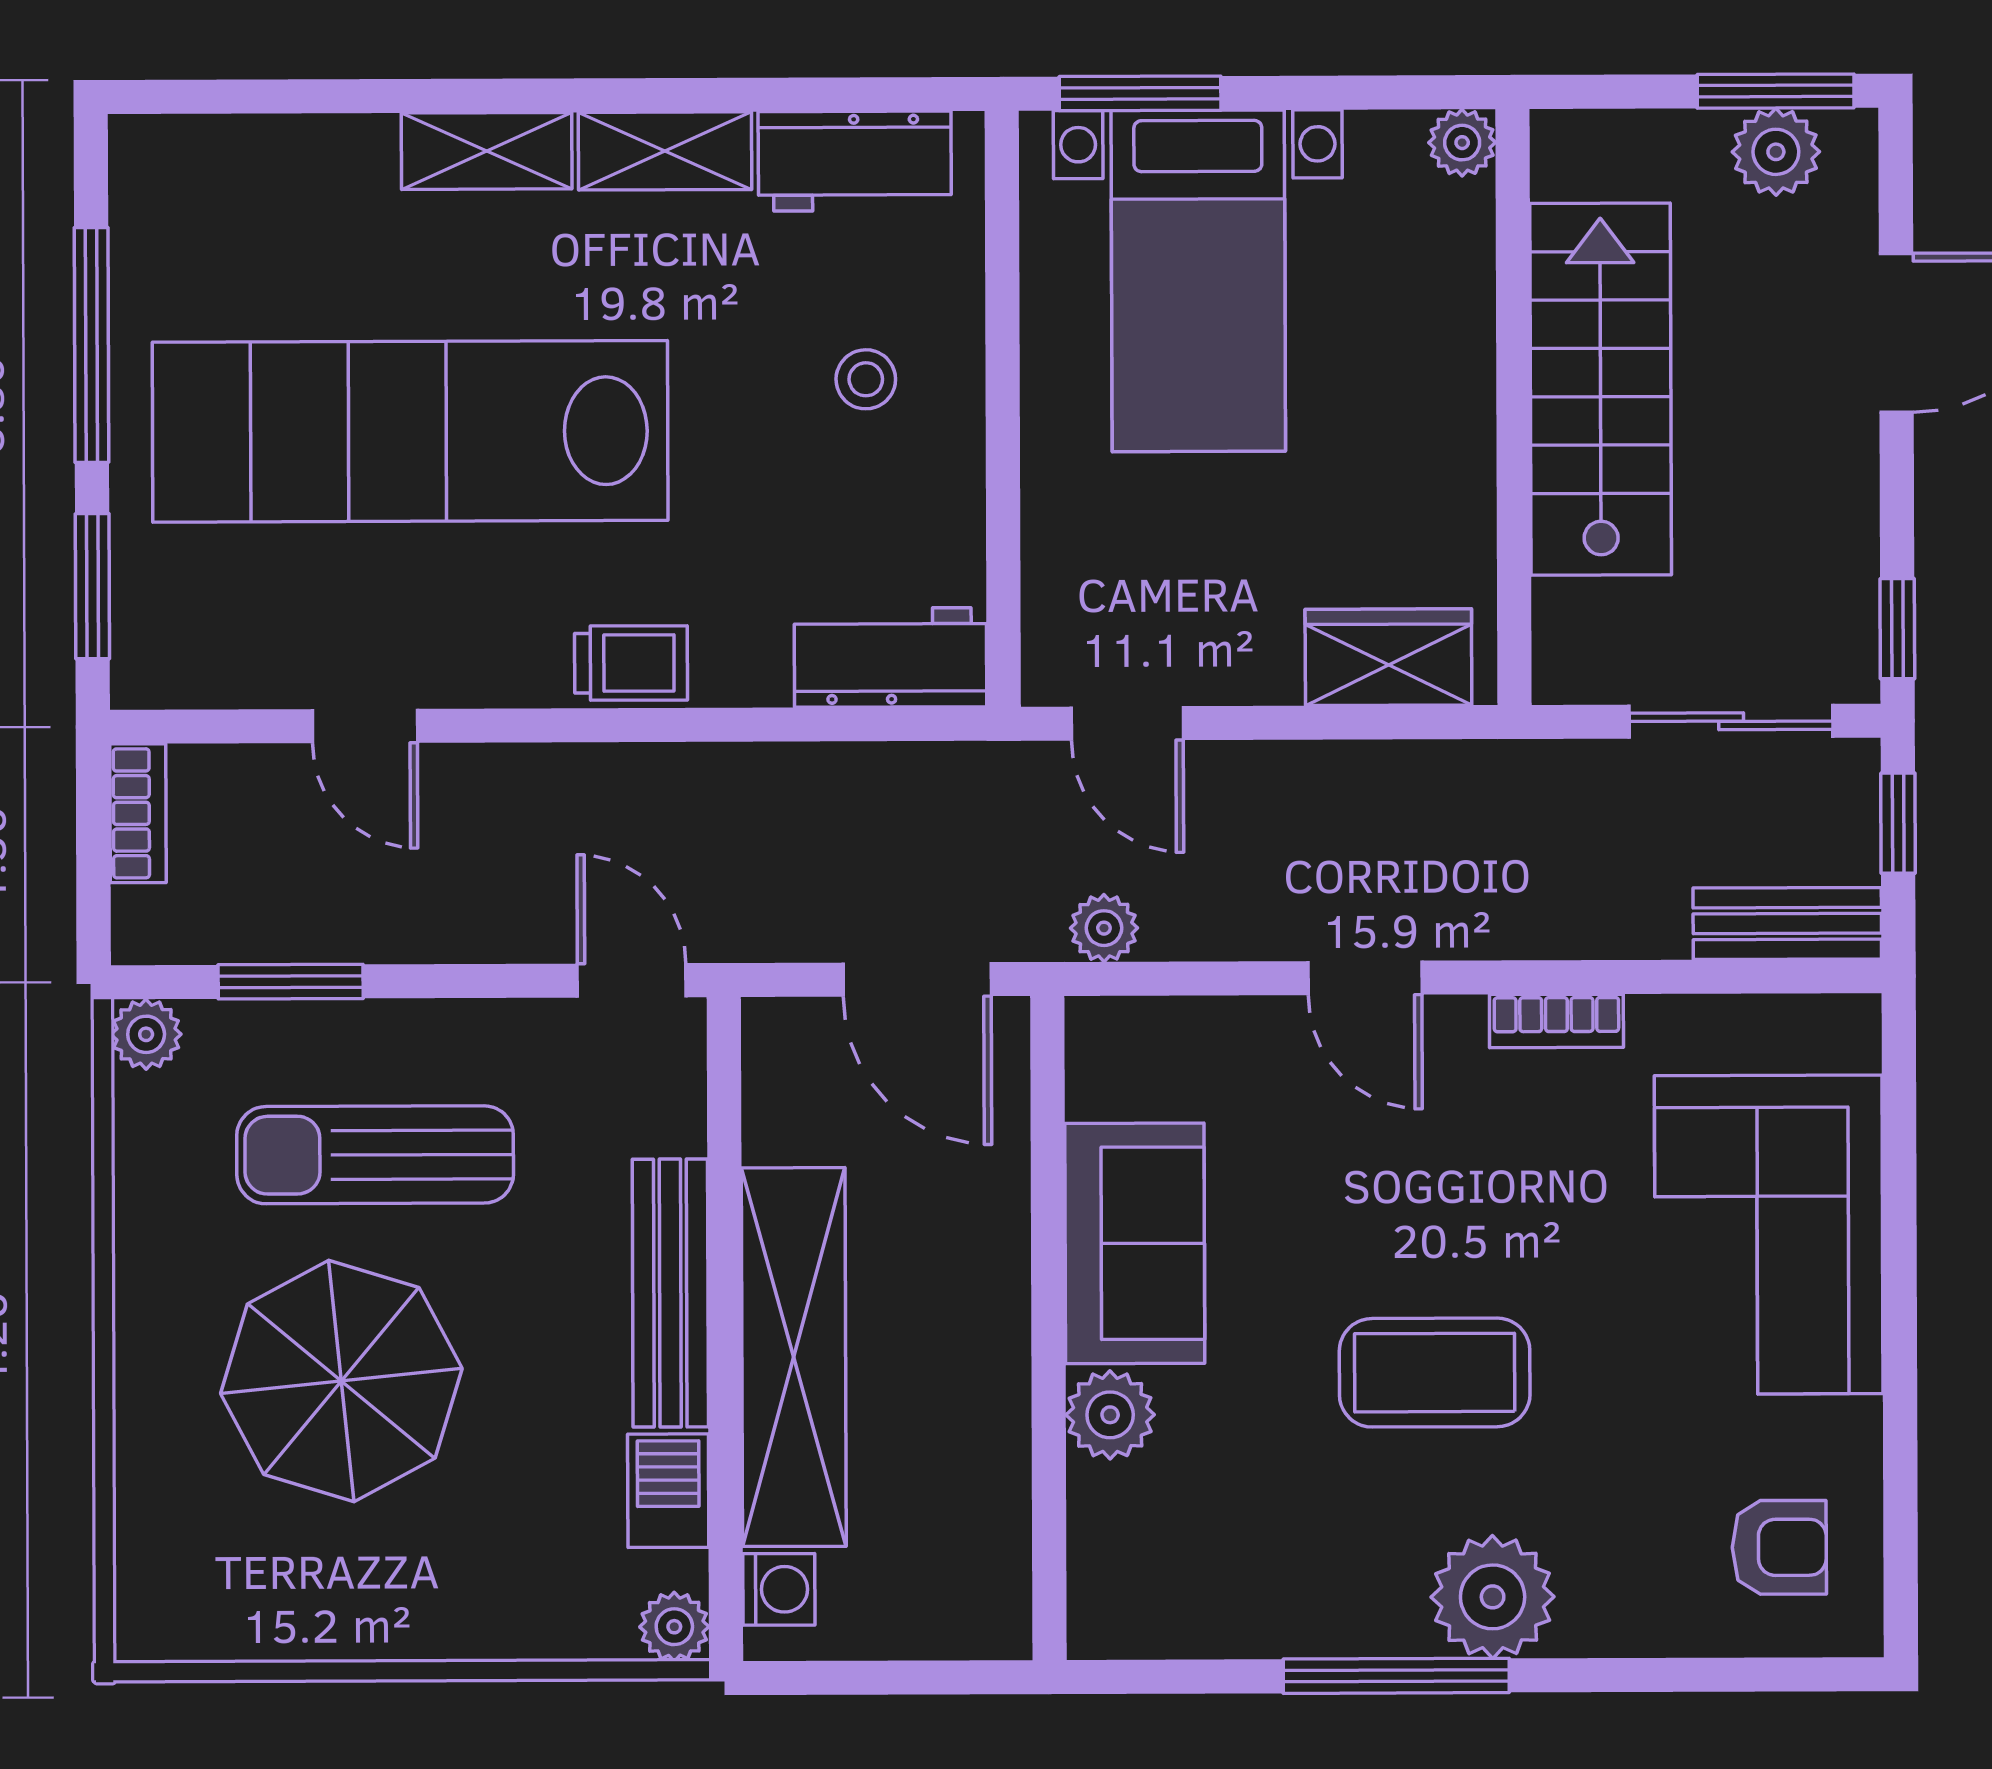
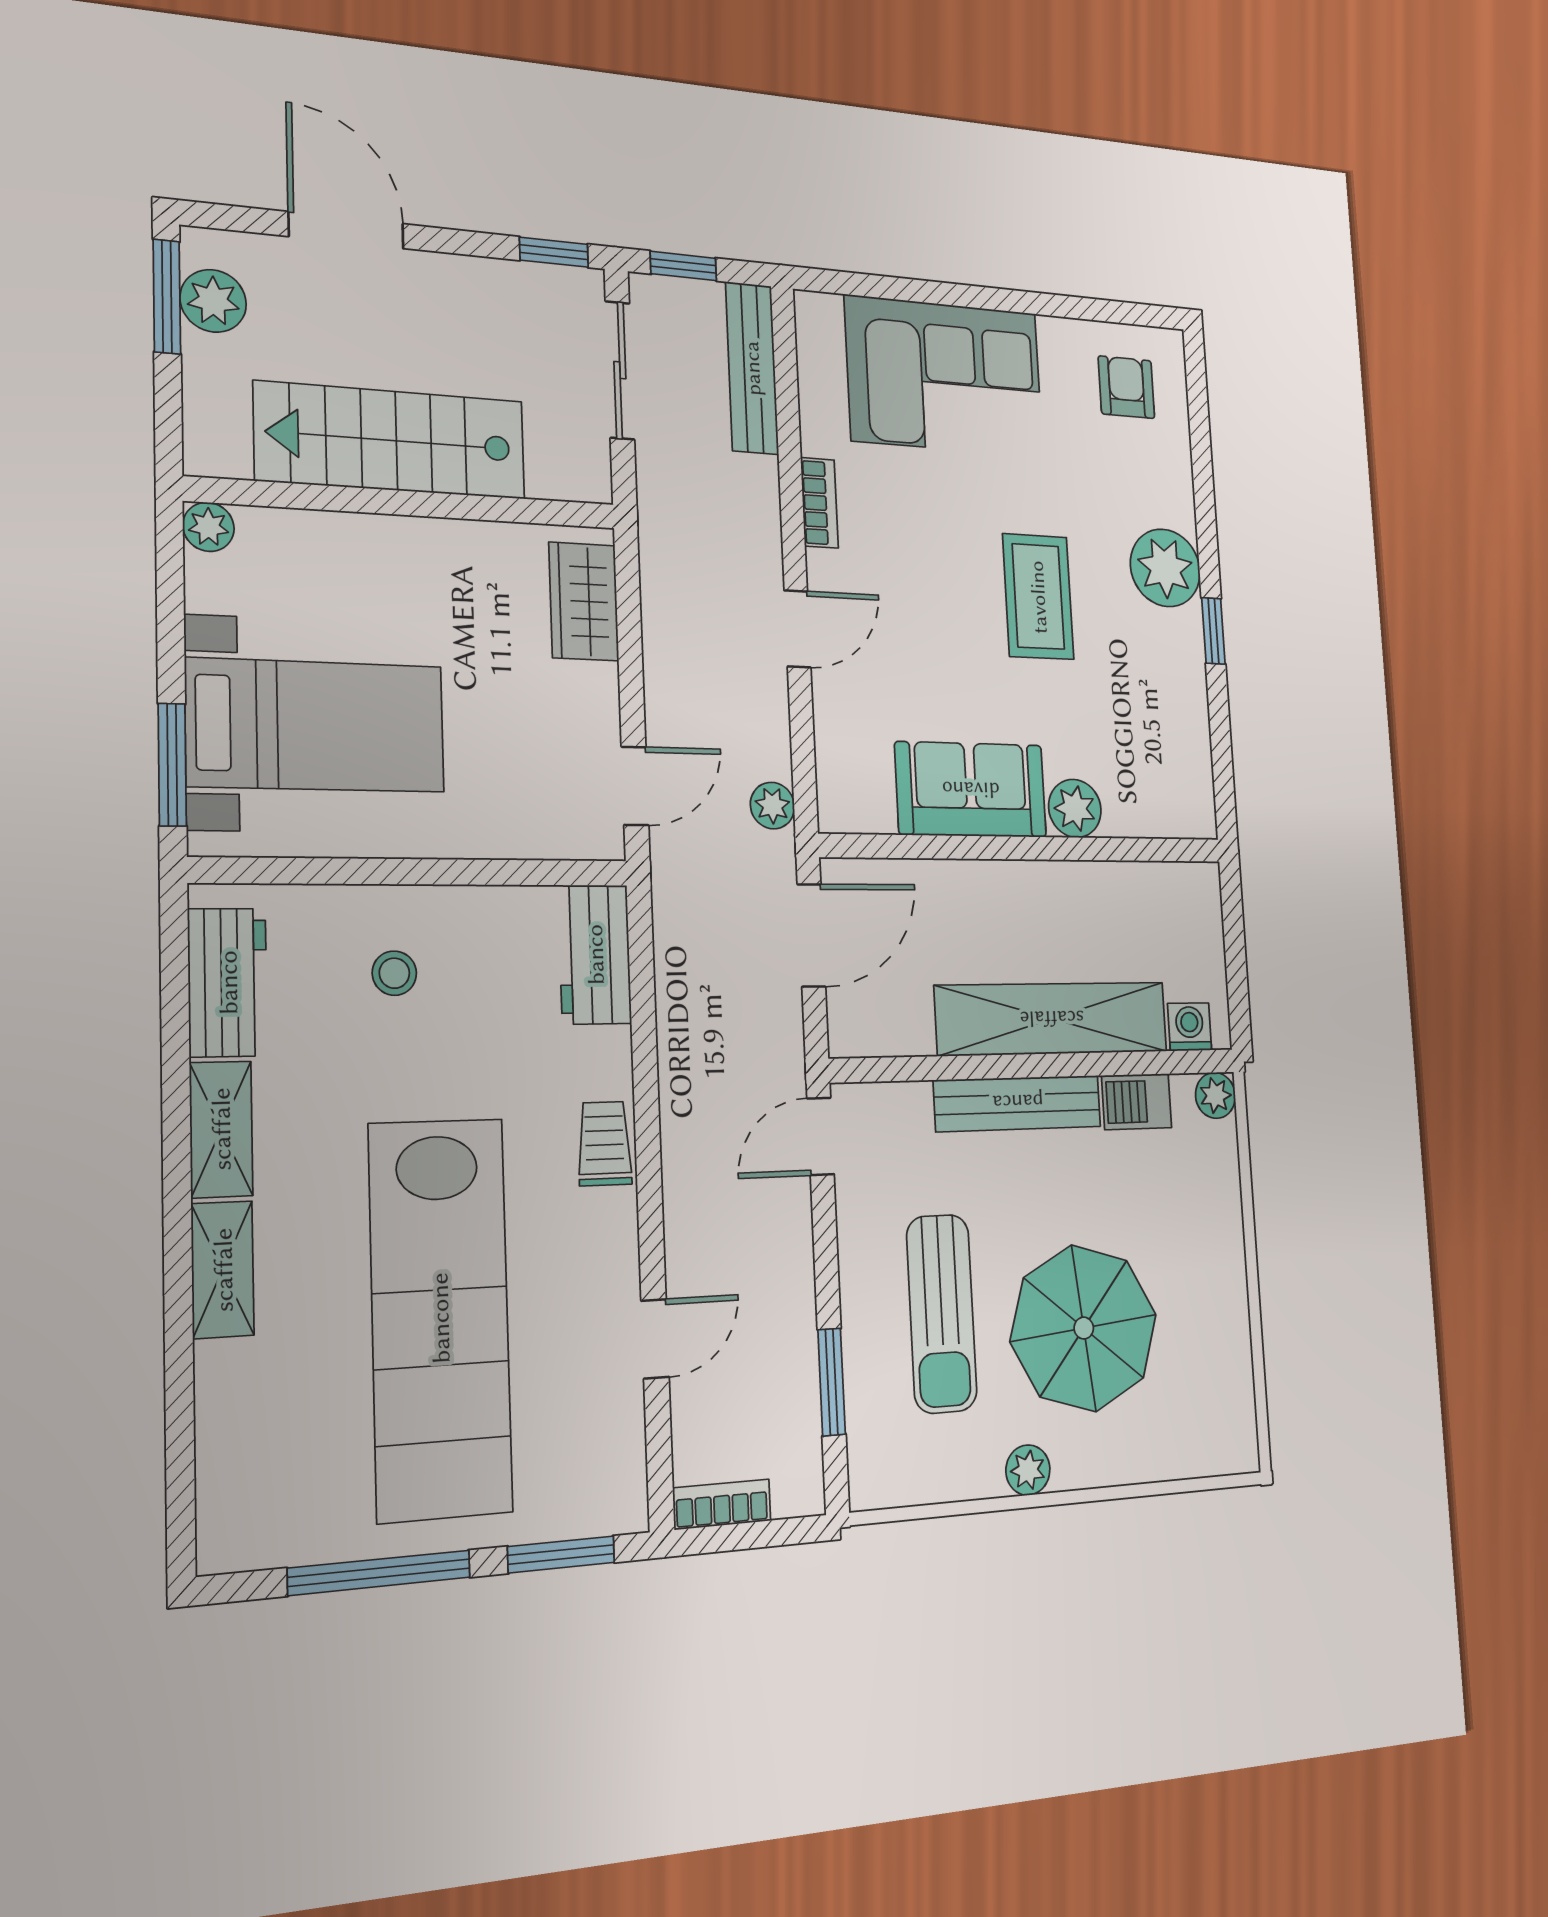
bench: (1787, 923) -> (752, 368), width x1.36
plant: (146, 1034) -> (1028, 1470), moved
window: (1396, 1676) -> (1213, 631), width x0.46

